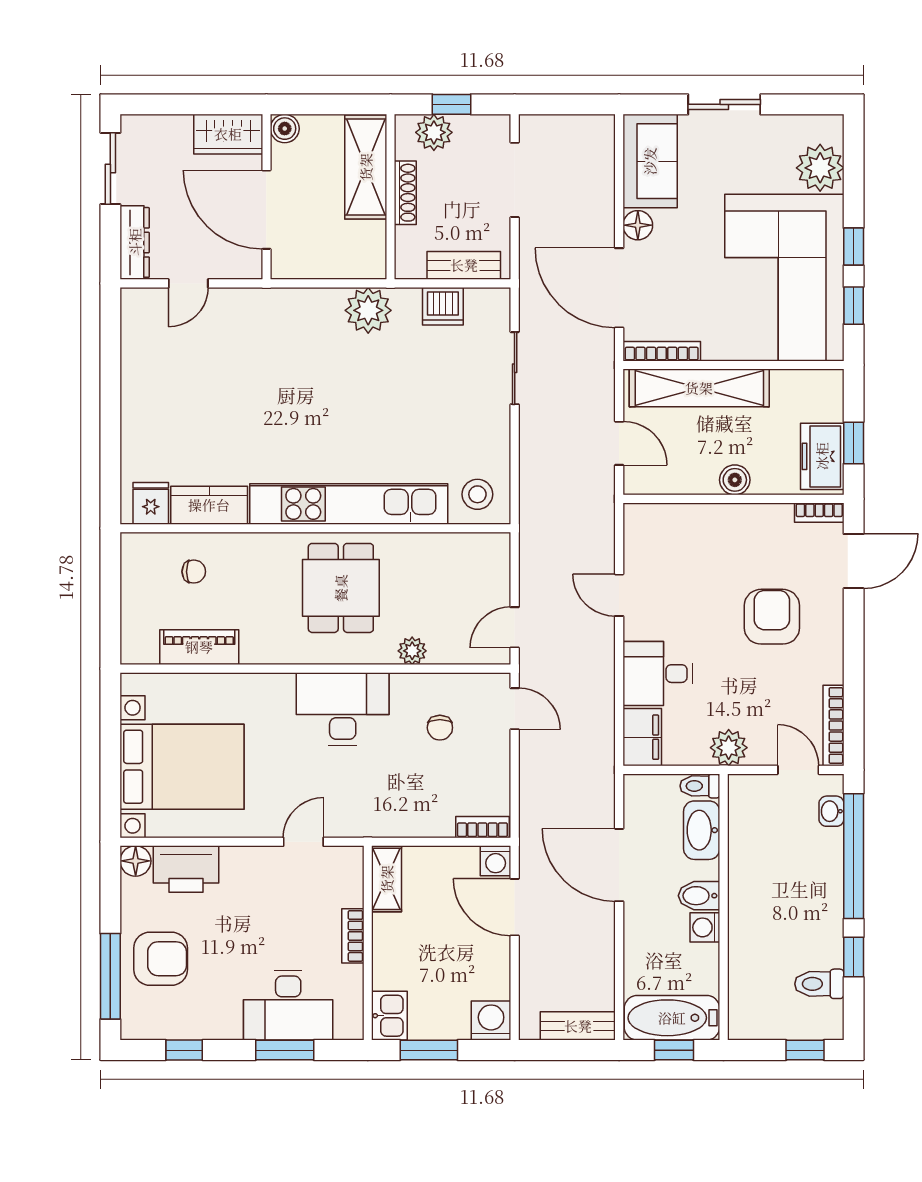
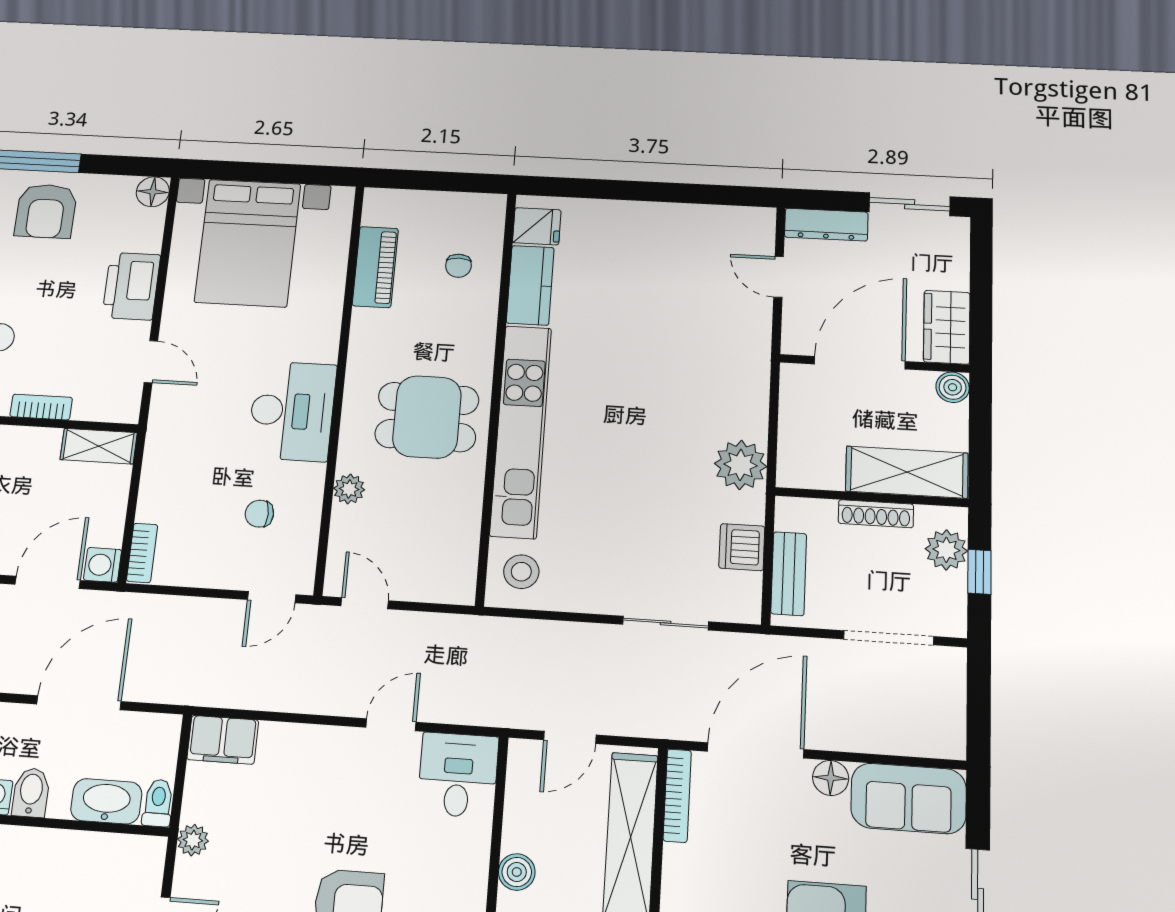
desk: (658, 674) -> (458, 775), moved
plant: (729, 748) -> (193, 840), width x0.73, depth x0.73
printer: (186, 869) -> (131, 286), moved

